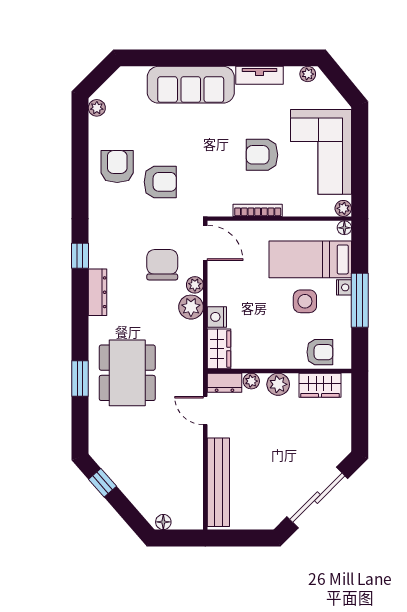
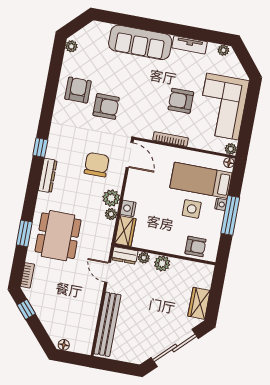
plant: (195, 285) -> (111, 214), moved
wardrobe: (320, 385) -> (199, 303), moved, turned 90
bookcase: (95, 435) -> (27, 275), added

